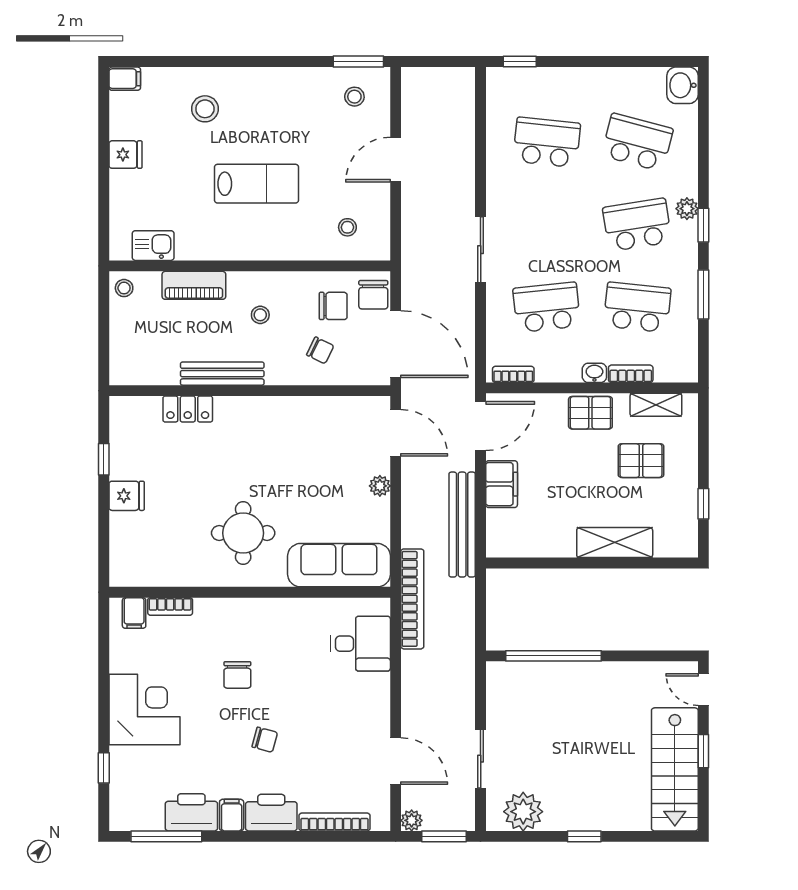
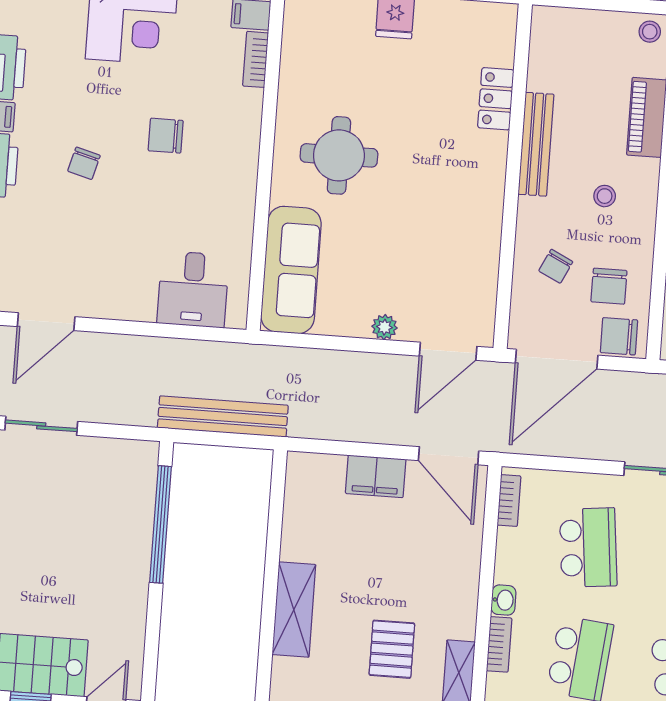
pallet: (590, 413) -> (455, 592), removed
bench: (462, 525) -> (223, 417), moved
bookcase: (412, 599) -> (243, 357), removed

